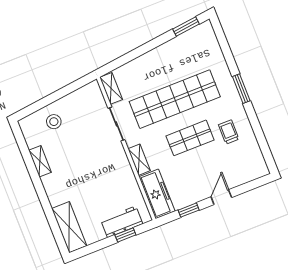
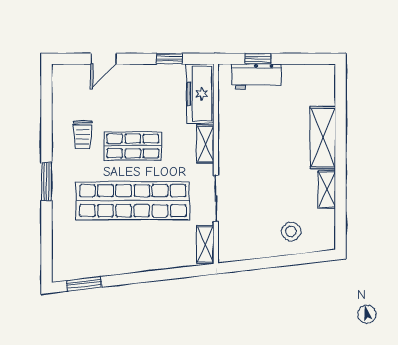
door: (221, 197) -> (104, 59), moved
shelving: (69, 227) -> (323, 138), moved

